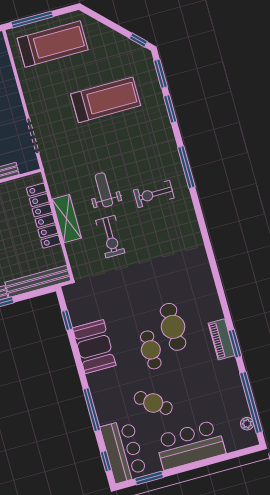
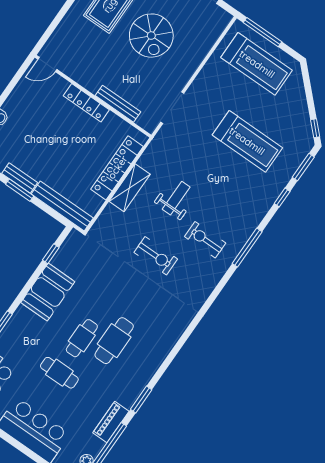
window: (170, 109) -> (282, 197), width x0.67
exercise bike: (110, 237) -> (156, 256), moved, turned -90
piano: (222, 339) -> (111, 422), moved
cafe table: (153, 403) -> (59, 373), moved, turned -37

